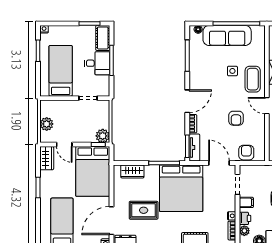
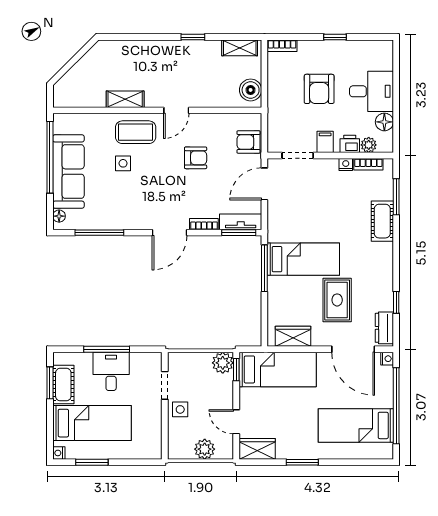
cot: (103, 38) -> (63, 385), moved, turned 90
bed: (61, 71) -> (92, 423), moved, turned 180
door: (187, 101) -> (170, 233), swing flipped
side table: (72, 108) -> (180, 409), added
door: (64, 145) -> (236, 422), swing flipped
bed: (93, 171) -> (278, 369), width x0.67
wardrobe: (132, 171) -> (293, 336), moved, turned -90
bed: (181, 188) -> (303, 259), width x0.49

